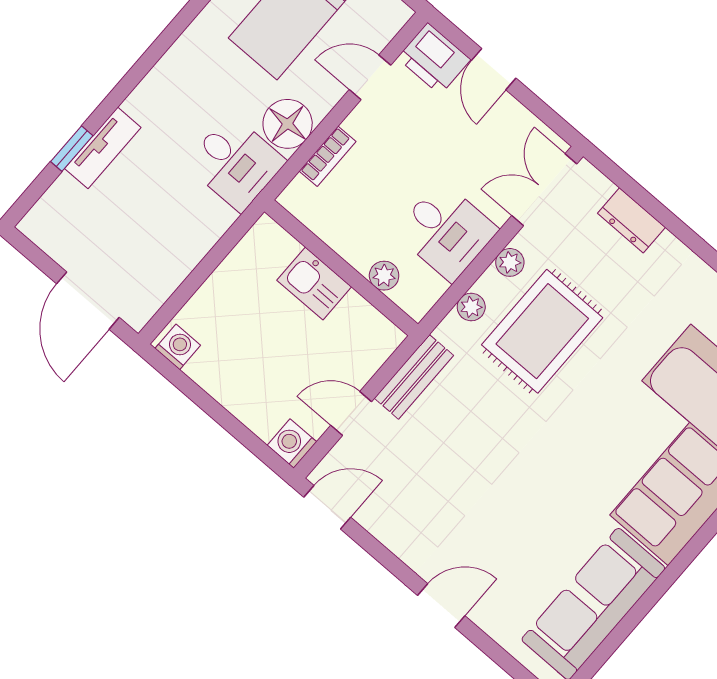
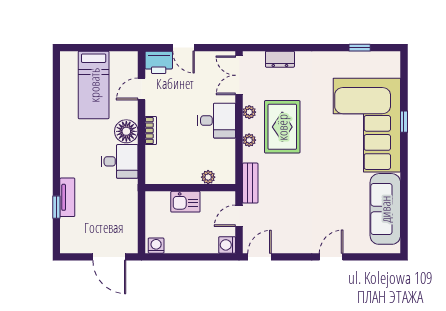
wall: (341, 268) -> (190, 188), moved
plant: (384, 276) -> (208, 177), moved
kitchen sink: (314, 284) -> (185, 202), moved

